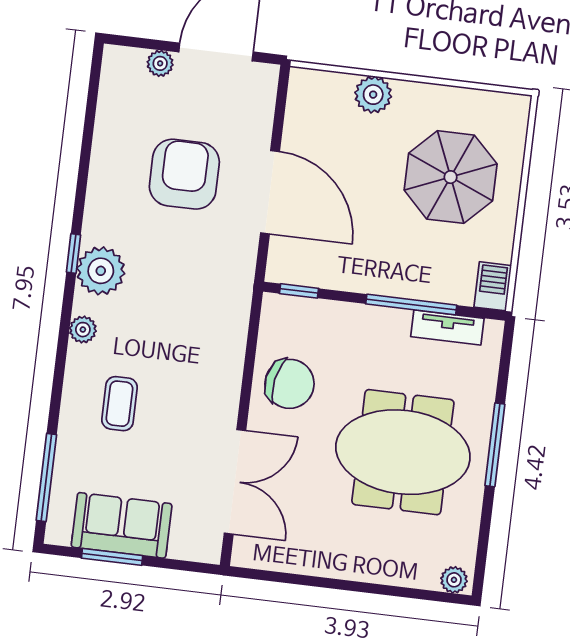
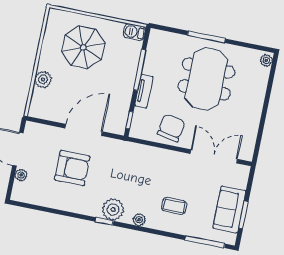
armchair: (184, 174) -> (72, 168), turned 180
tv unit: (447, 327) -> (144, 91), moved

